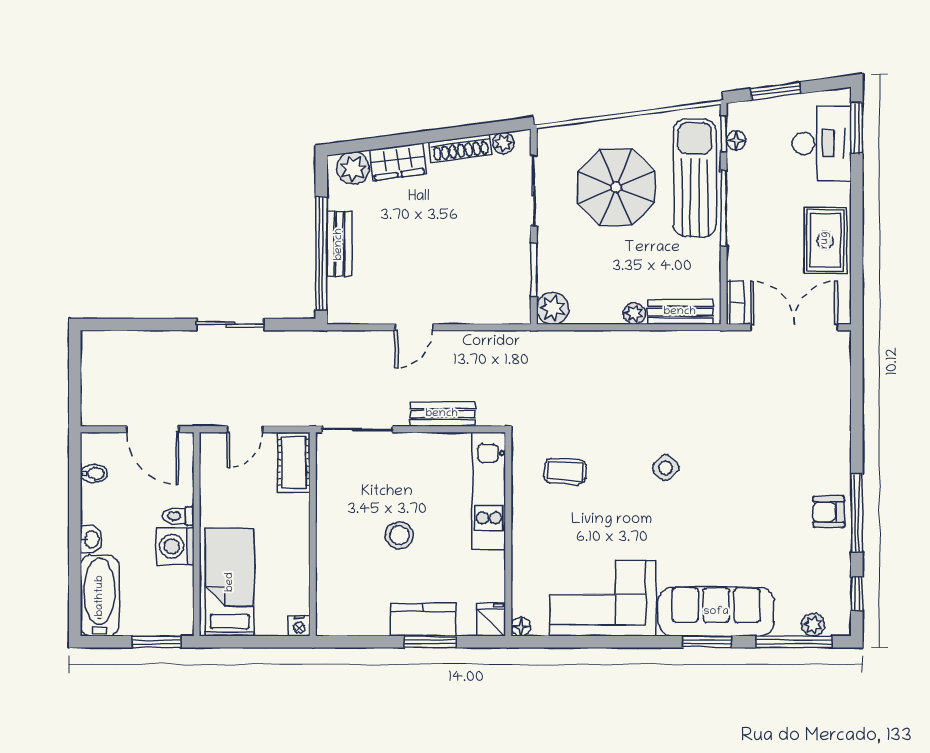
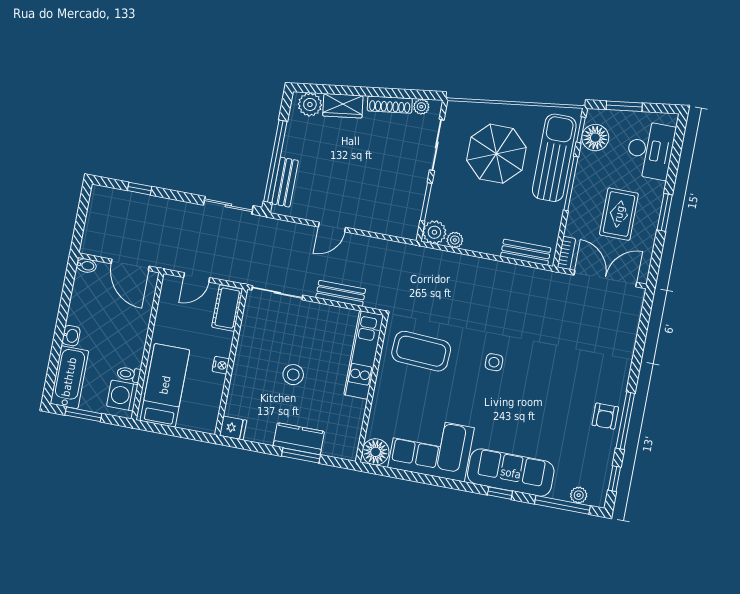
window: (857, 128) -> (665, 212), moved
floor lamp: (736, 140) -> (595, 138), width x1.89, depth x1.89
rug: (825, 240) -> (619, 214), moved
bench: (339, 244) -> (285, 182), moved
plant: (634, 313) -> (455, 240), moved
window: (146, 324) -> (140, 189), added
sliding door: (230, 324) -> (228, 205), moved
side table: (666, 468) -> (494, 362), turned 45
coffee table: (565, 471) -> (421, 351), width x1.86, depth x1.72
bidet: (94, 474) -> (86, 265), moved
armchair: (829, 512) -> (605, 416), turned -90
toilet: (178, 516) -> (129, 374), moved
washing machine: (175, 546) -> (122, 395), moved
fridge: (491, 620) -> (233, 428), moved, turned 90
nightstand: (299, 626) -> (221, 365), moved, turned -90
floor lamp: (521, 627) -> (376, 452), width x1.89, depth x1.89
window: (156, 642) -> (83, 414), moved
window: (707, 642) -> (500, 493), width x0.67

